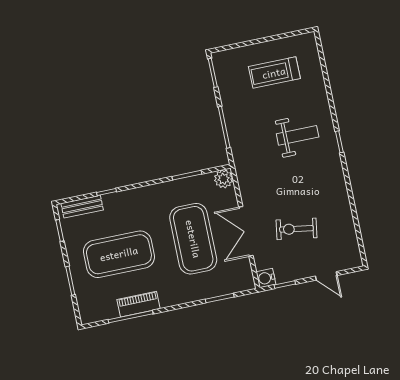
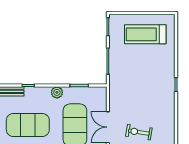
treadmill: (274, 73) -> (145, 34), width x1.37, depth x1.38
weight bench: (298, 135) -> (151, 75), removed
plant: (224, 179) -> (57, 92), moved

